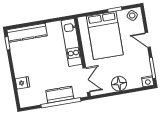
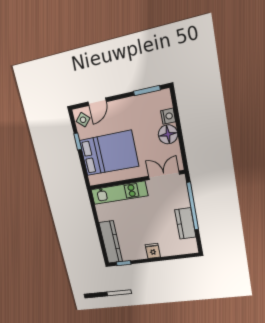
door: (148, 40) -> (97, 102), moved
nightstand: (148, 81) -> (168, 116), moved
fridge: (23, 83) -> (153, 251), moved
kitchen counter: (60, 95) -> (185, 223), moved

